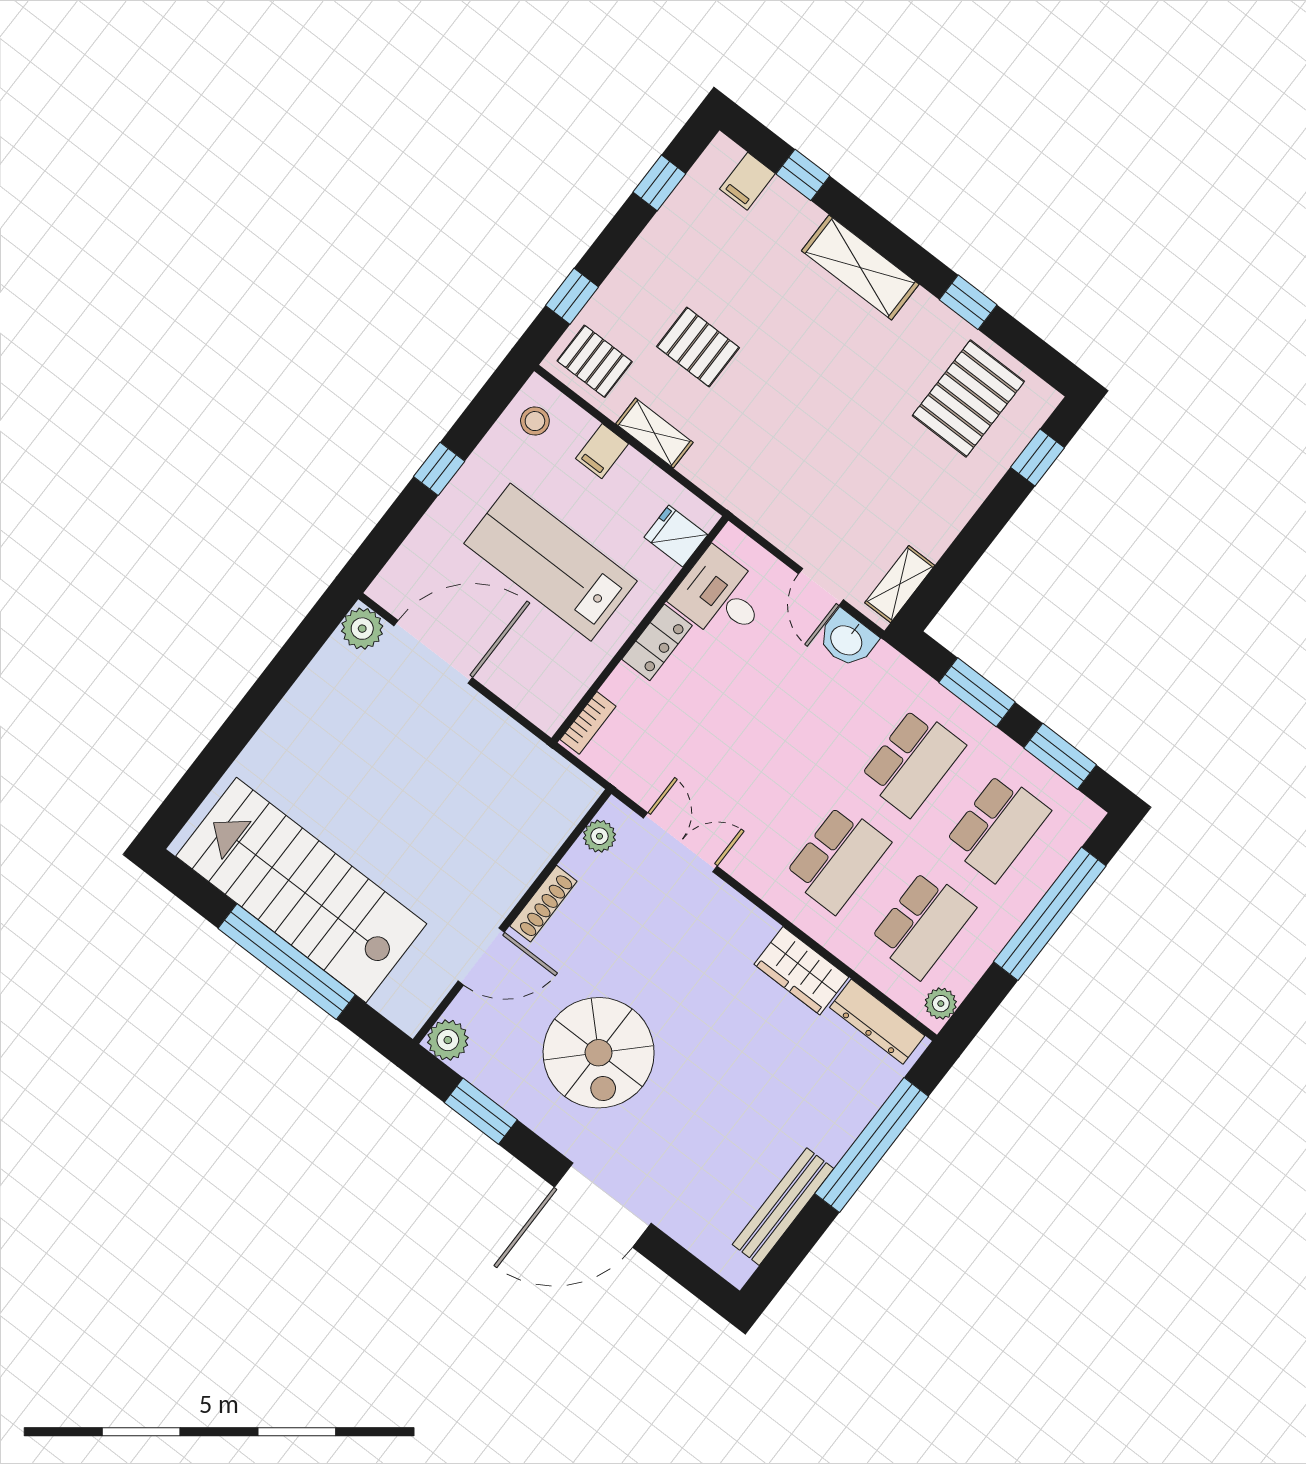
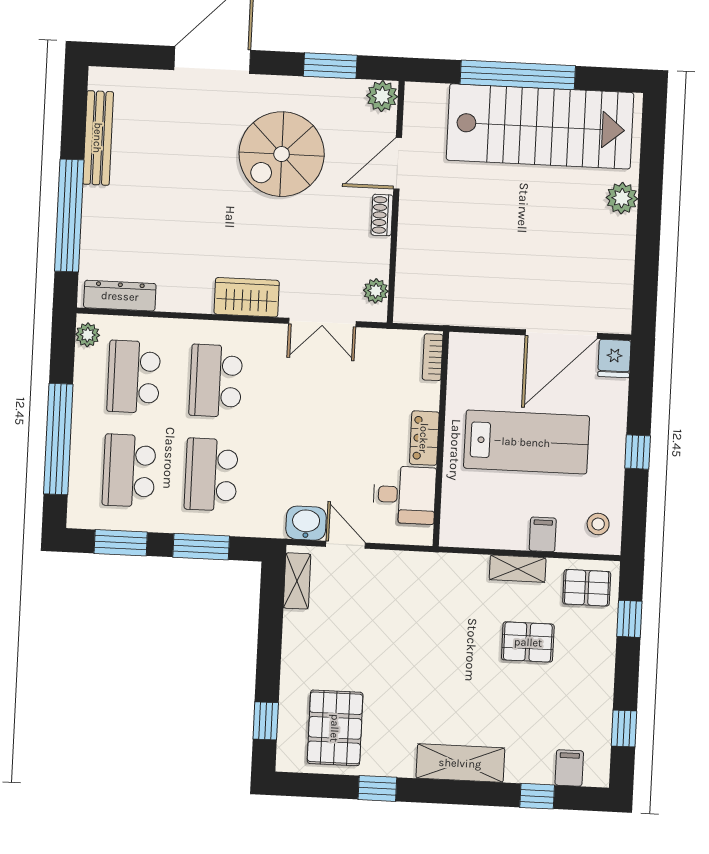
fridge: (676, 536) -> (614, 358), moved, turned 90
plant: (362, 629) -> (622, 198), moved
shoe rack: (543, 904) -> (382, 215), width x0.70
wardrobe: (801, 971) -> (247, 297), moved
spiral stairs: (599, 1053) -> (282, 154), turned -90

